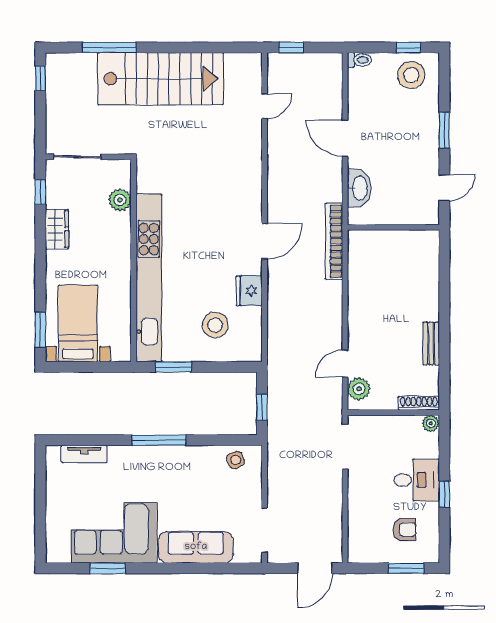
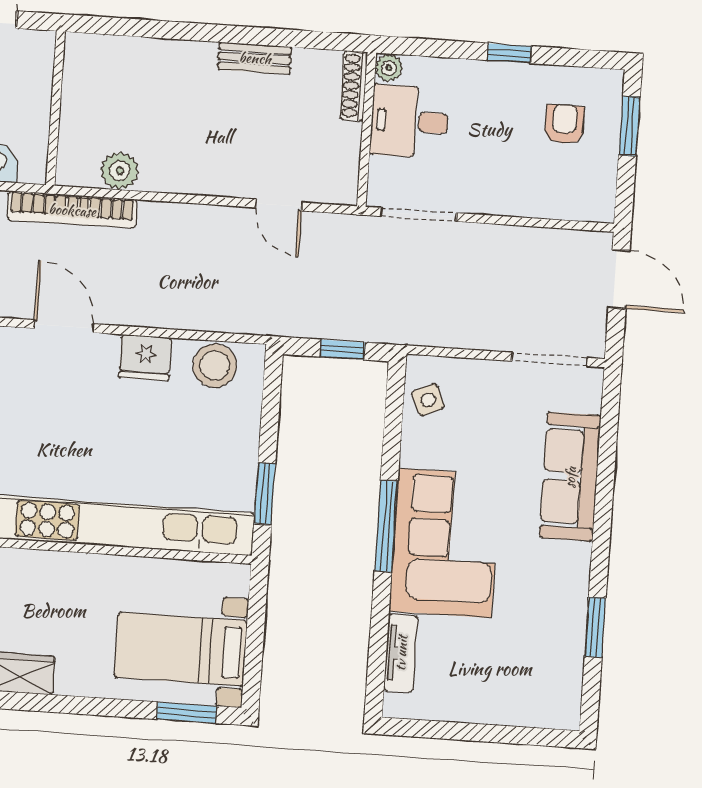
stool: (215, 325) -> (215, 366), moved
plant: (359, 389) -> (120, 171), moved
desk: (417, 480) -> (409, 121), moved, turned -90
corner sofa: (114, 533) -> (445, 543), moved, turned 180

